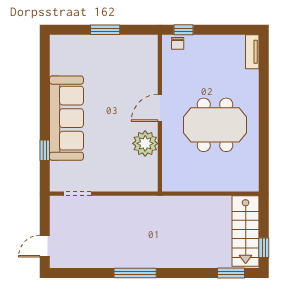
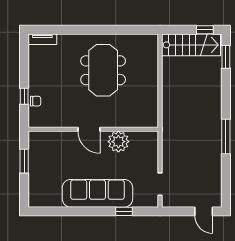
door: (160, 108) -> (89, 129), moved
wall: (160, 113) -> (93, 129), moved
plant: (145, 143) -> (118, 142), moved

